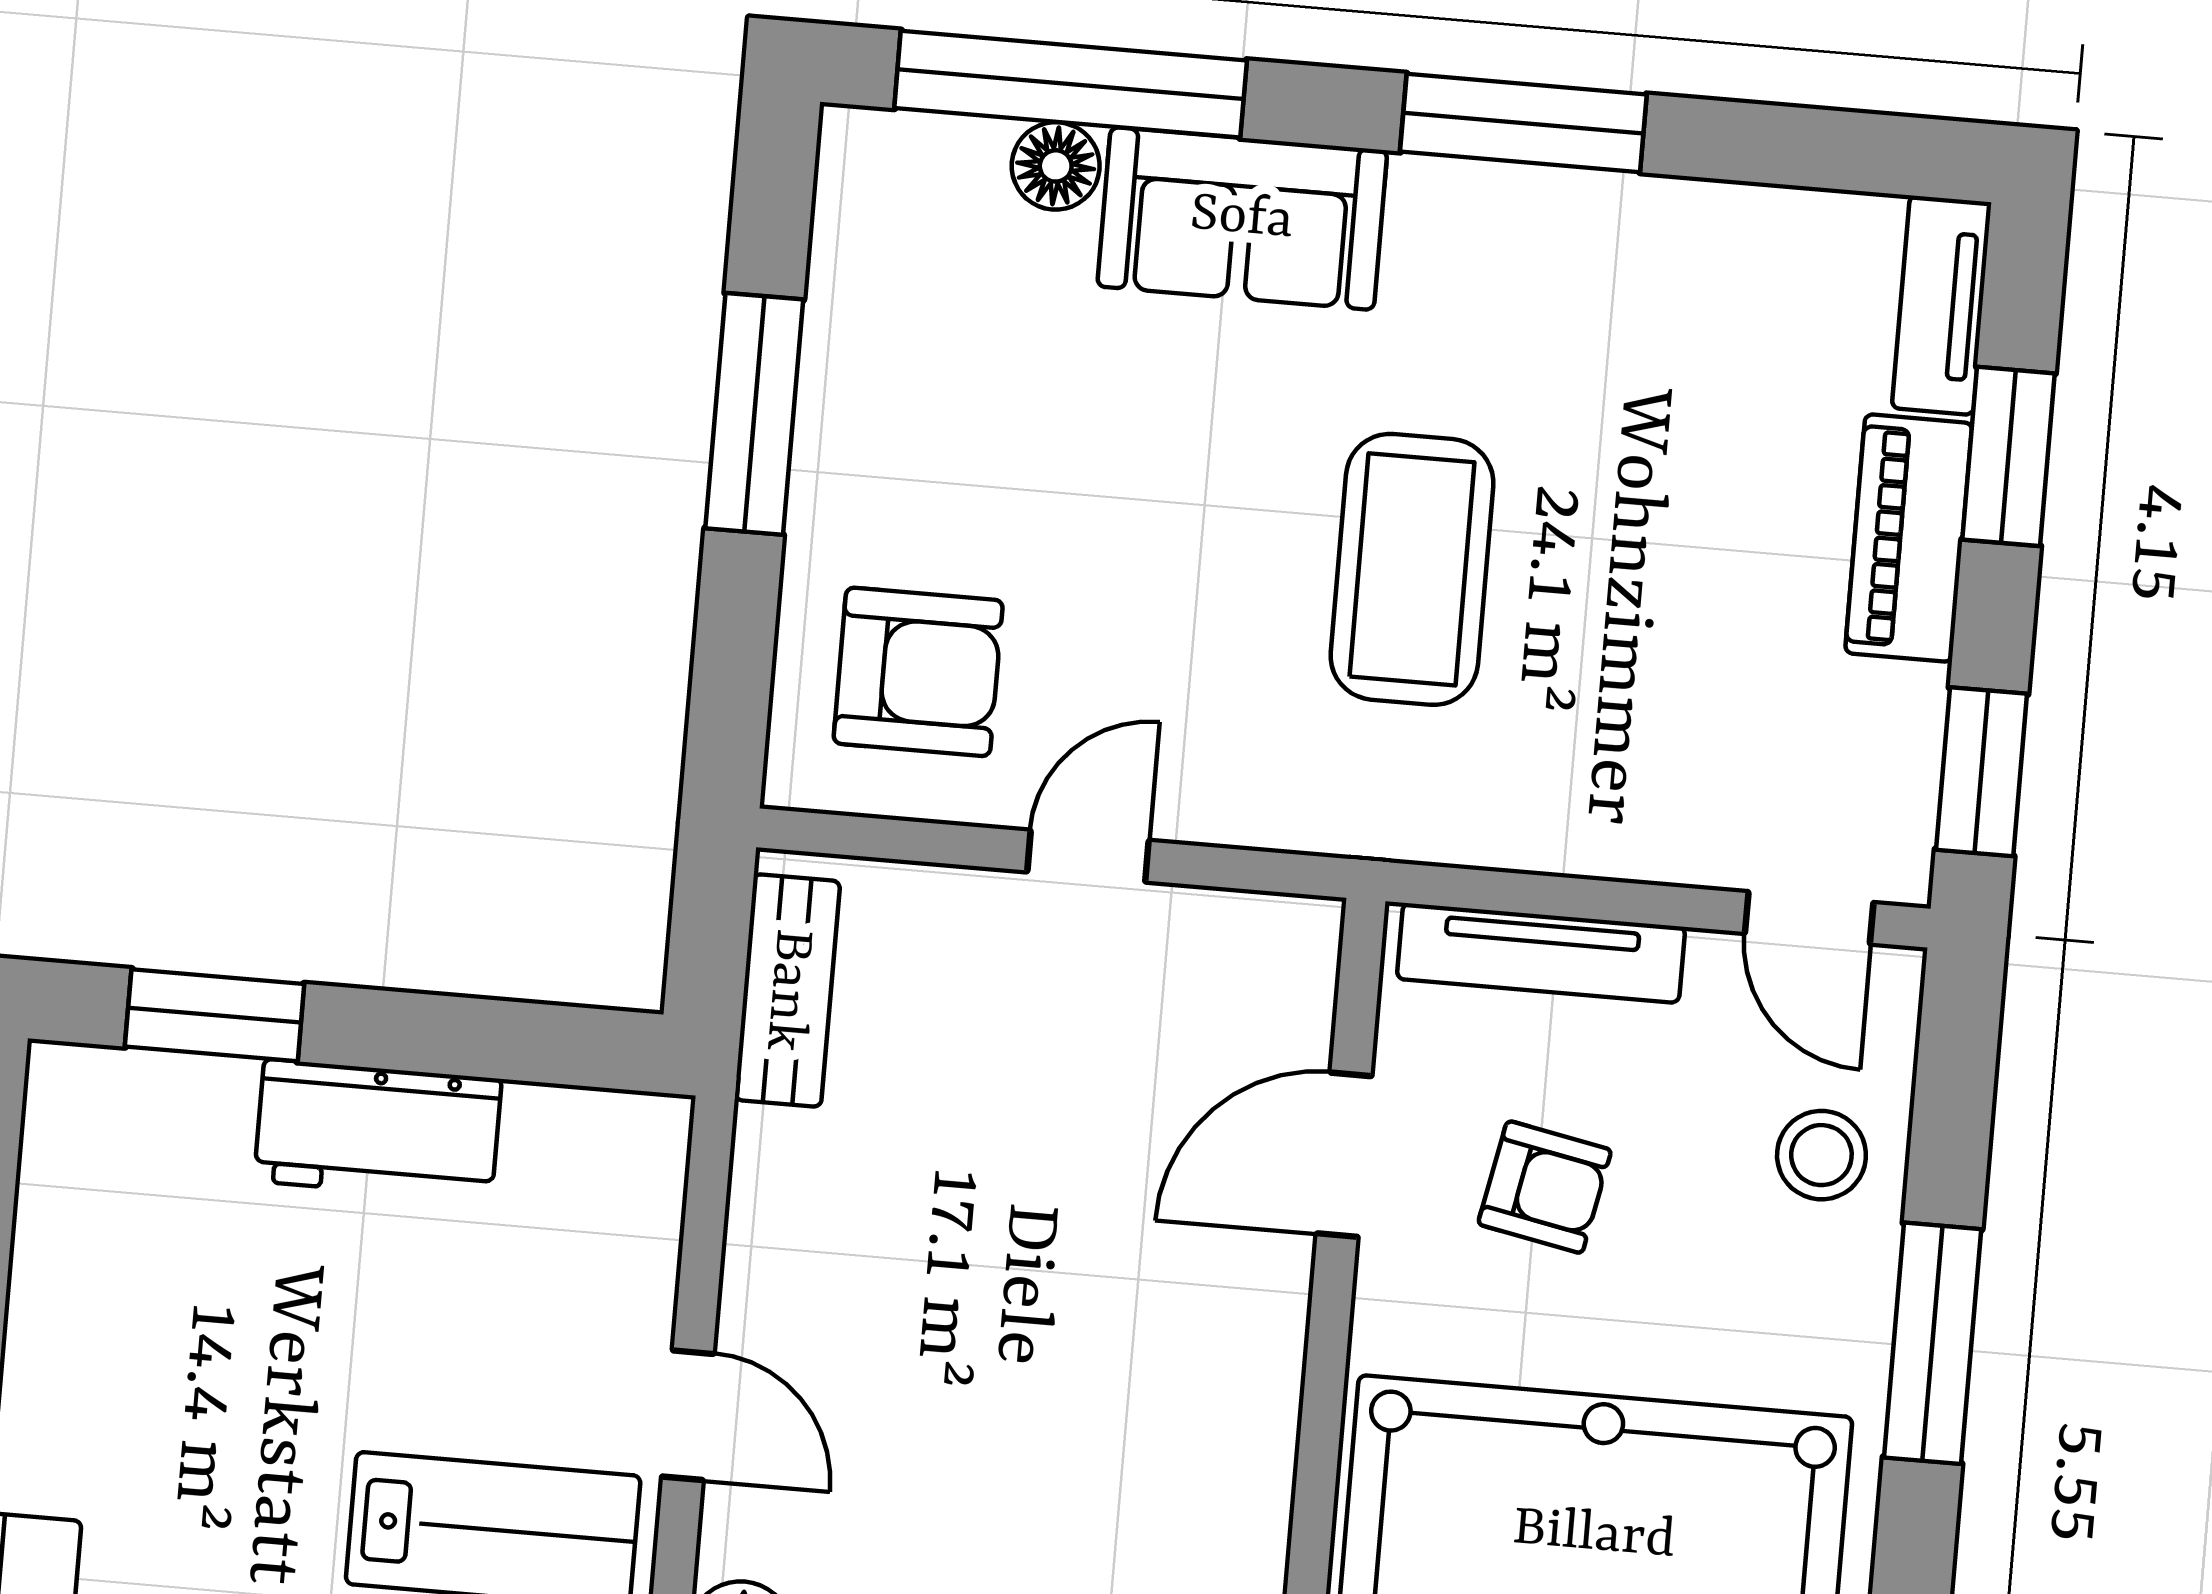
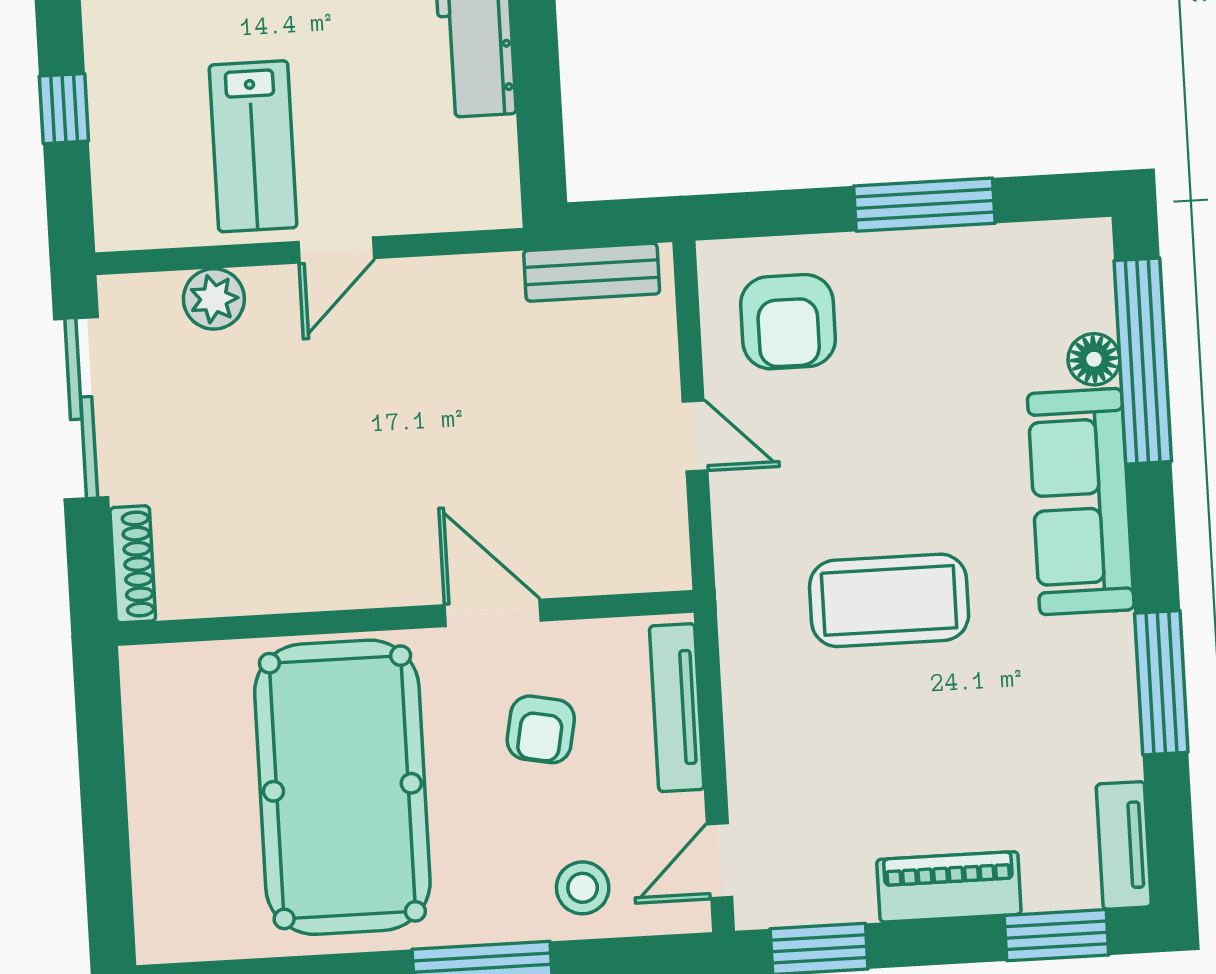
window: (1523, 123) -> (1161, 683), moved
sofa: (1242, 218) -> (1081, 502), width x1.36
tv unit: (1942, 305) -> (1124, 845), moved, turned -90
window: (2009, 456) -> (1056, 935), moved
door: (1344, 1155) -> (493, 613), moved

